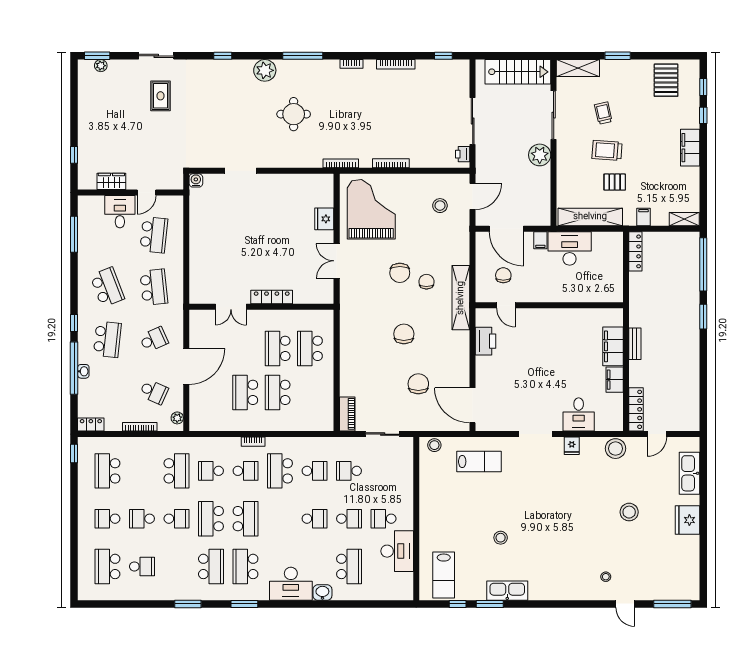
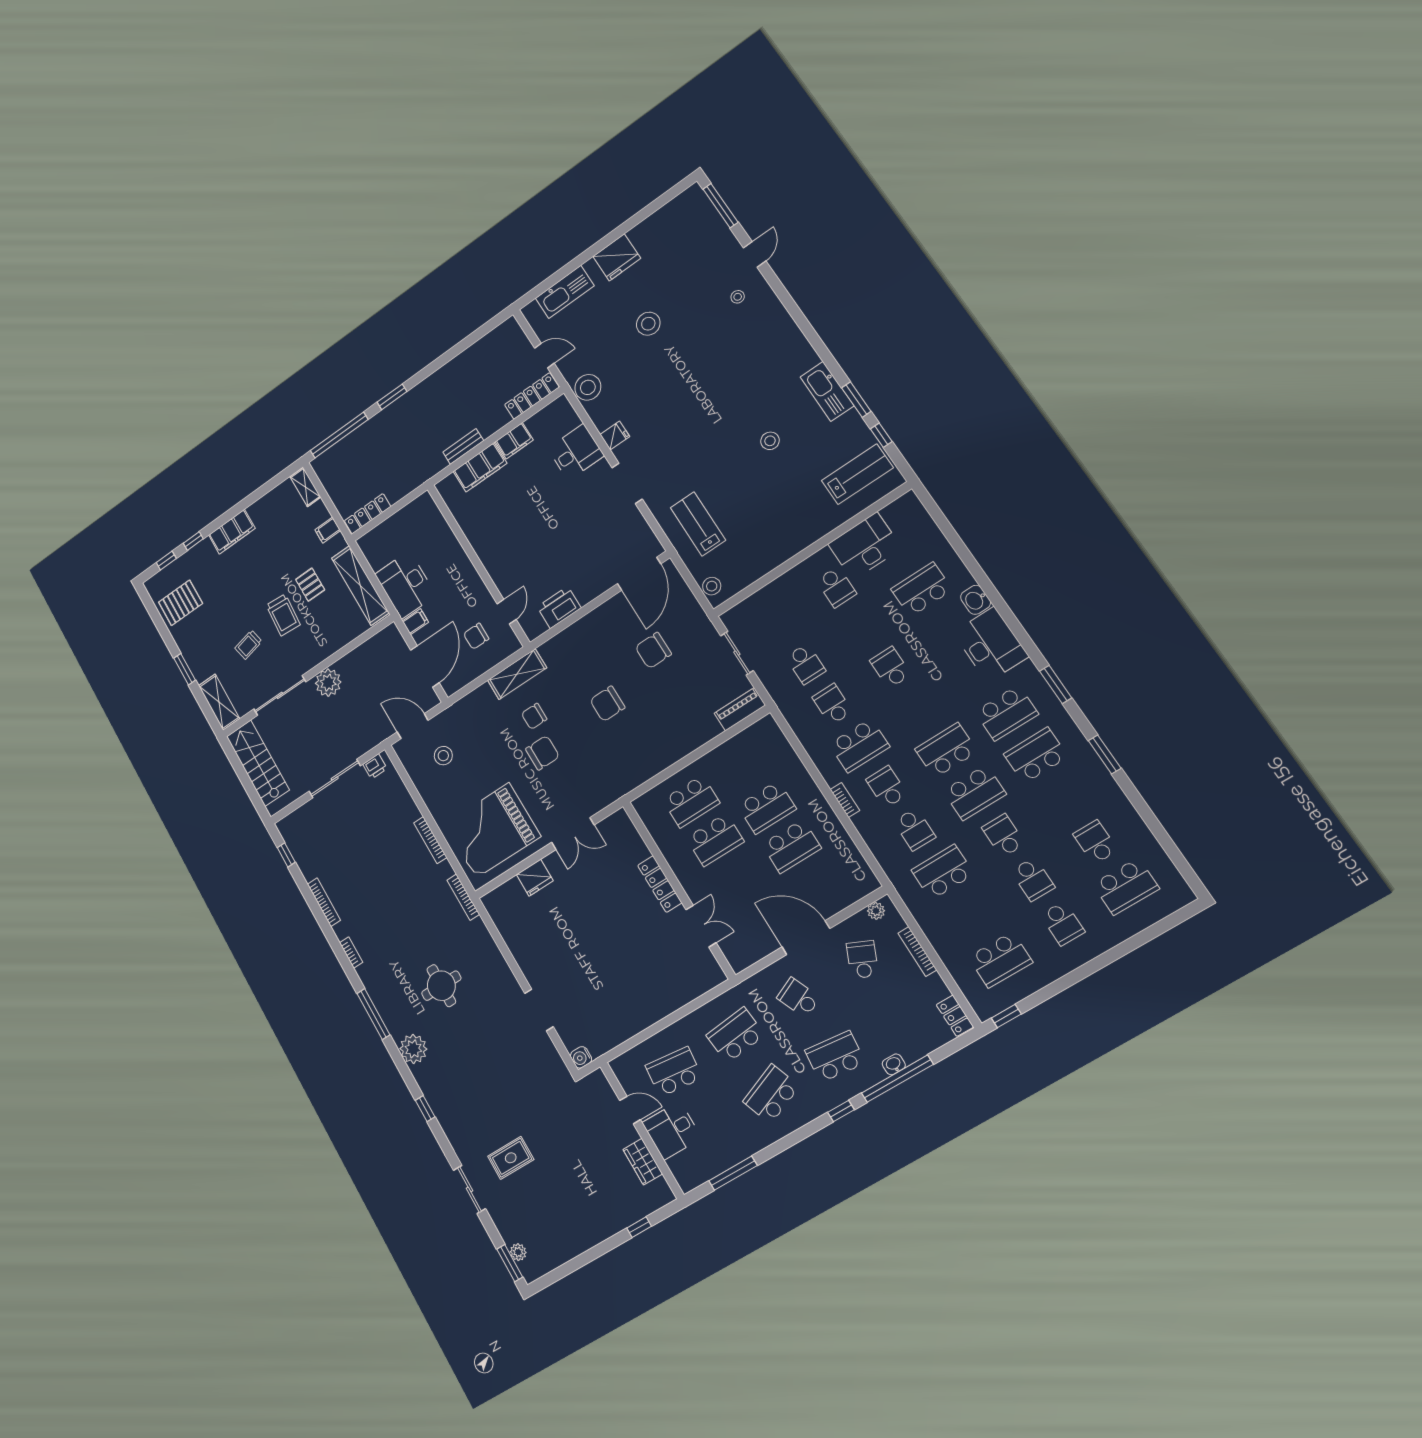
shelving: (461, 298) -> (517, 674), width x0.68
school desk: (349, 519) -> (863, 627), removed

